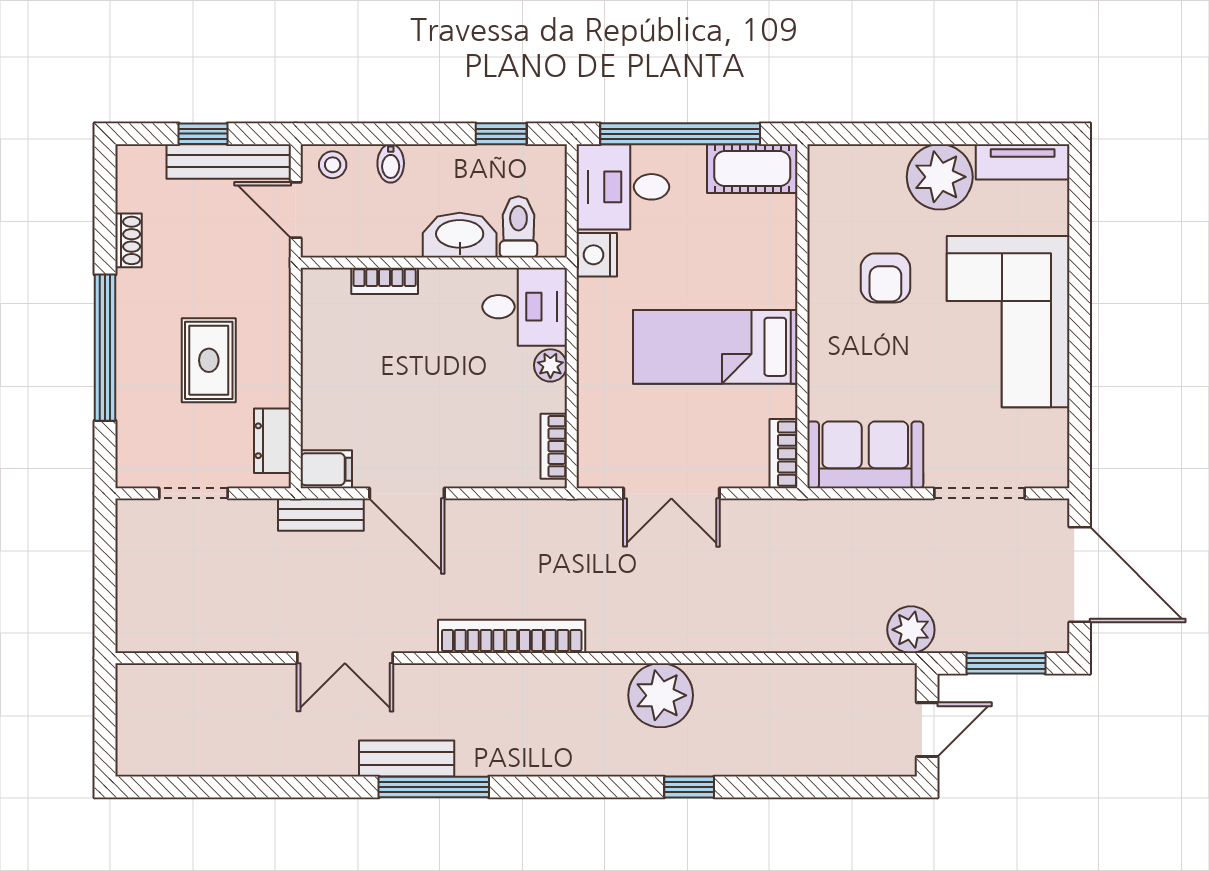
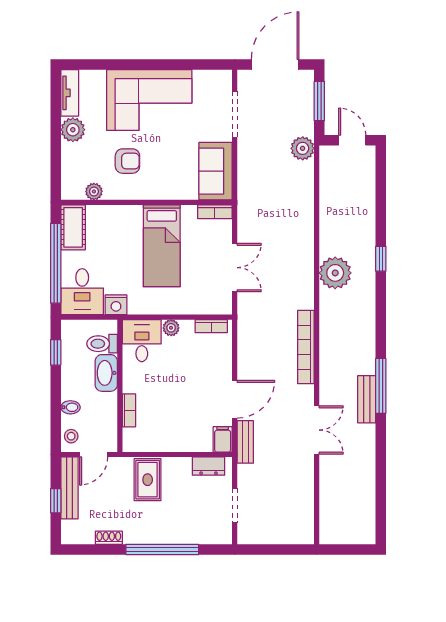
plant: (940, 177) -> (73, 130), width x0.73, depth x0.73
plant: (824, 211) -> (94, 191), added
rug: (209, 360) -> (148, 480), moved, turned 90

